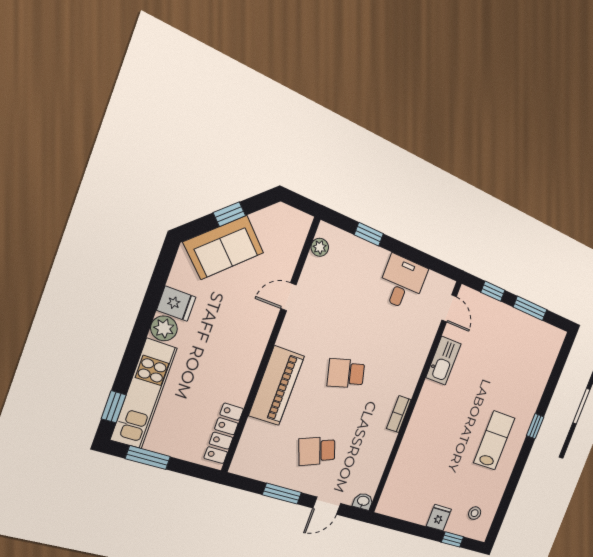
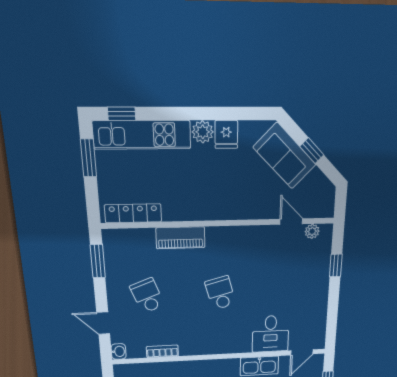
desk: (402, 283) -> (271, 334), moved, turned 90
door: (289, 297) -> (291, 222), moved
piano: (277, 386) -> (180, 238), width x0.73, depth x0.75
bookcase: (399, 414) -> (162, 351), moved
window: (282, 494) -> (98, 261), moved

